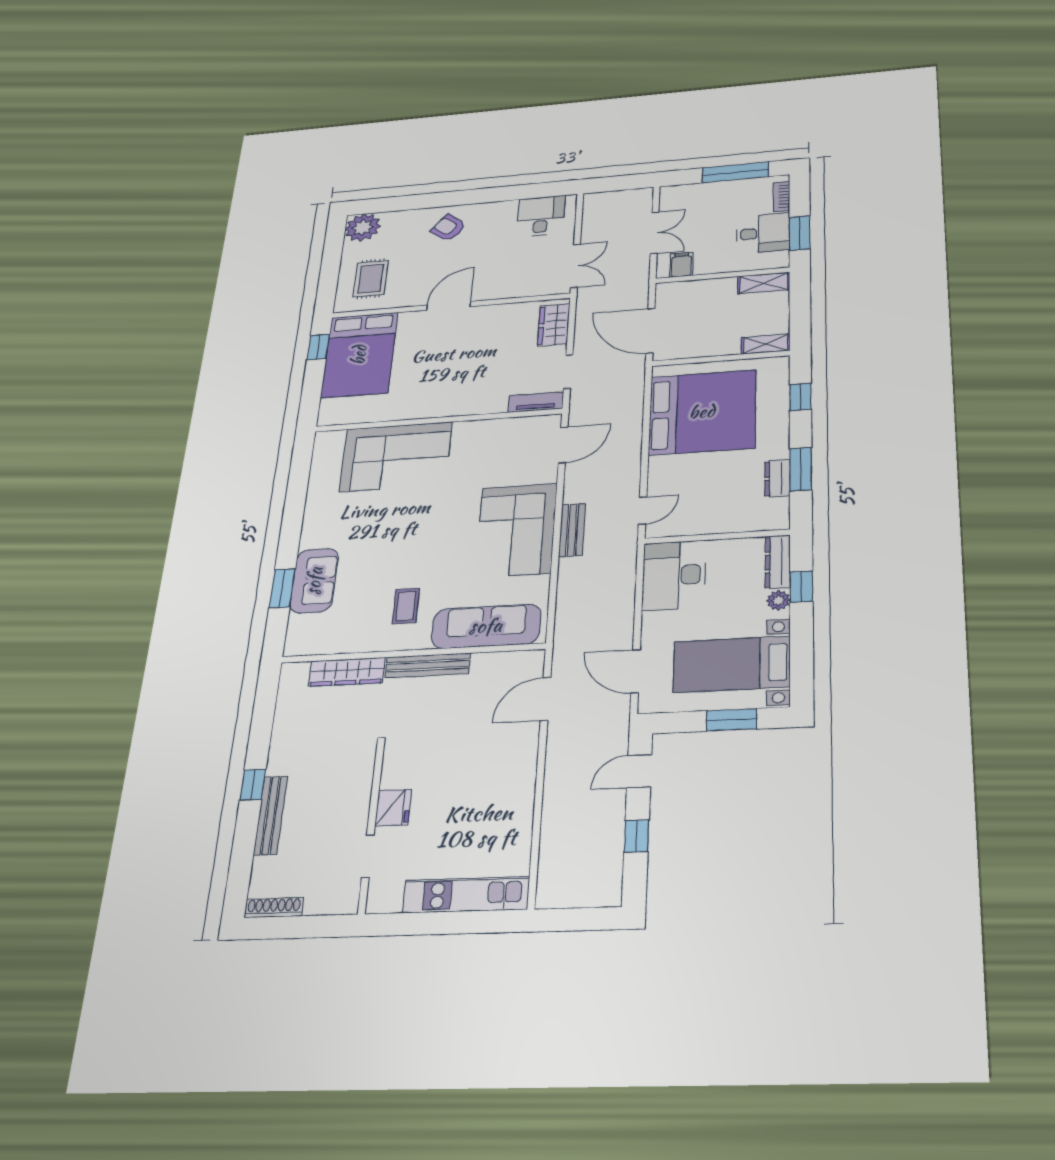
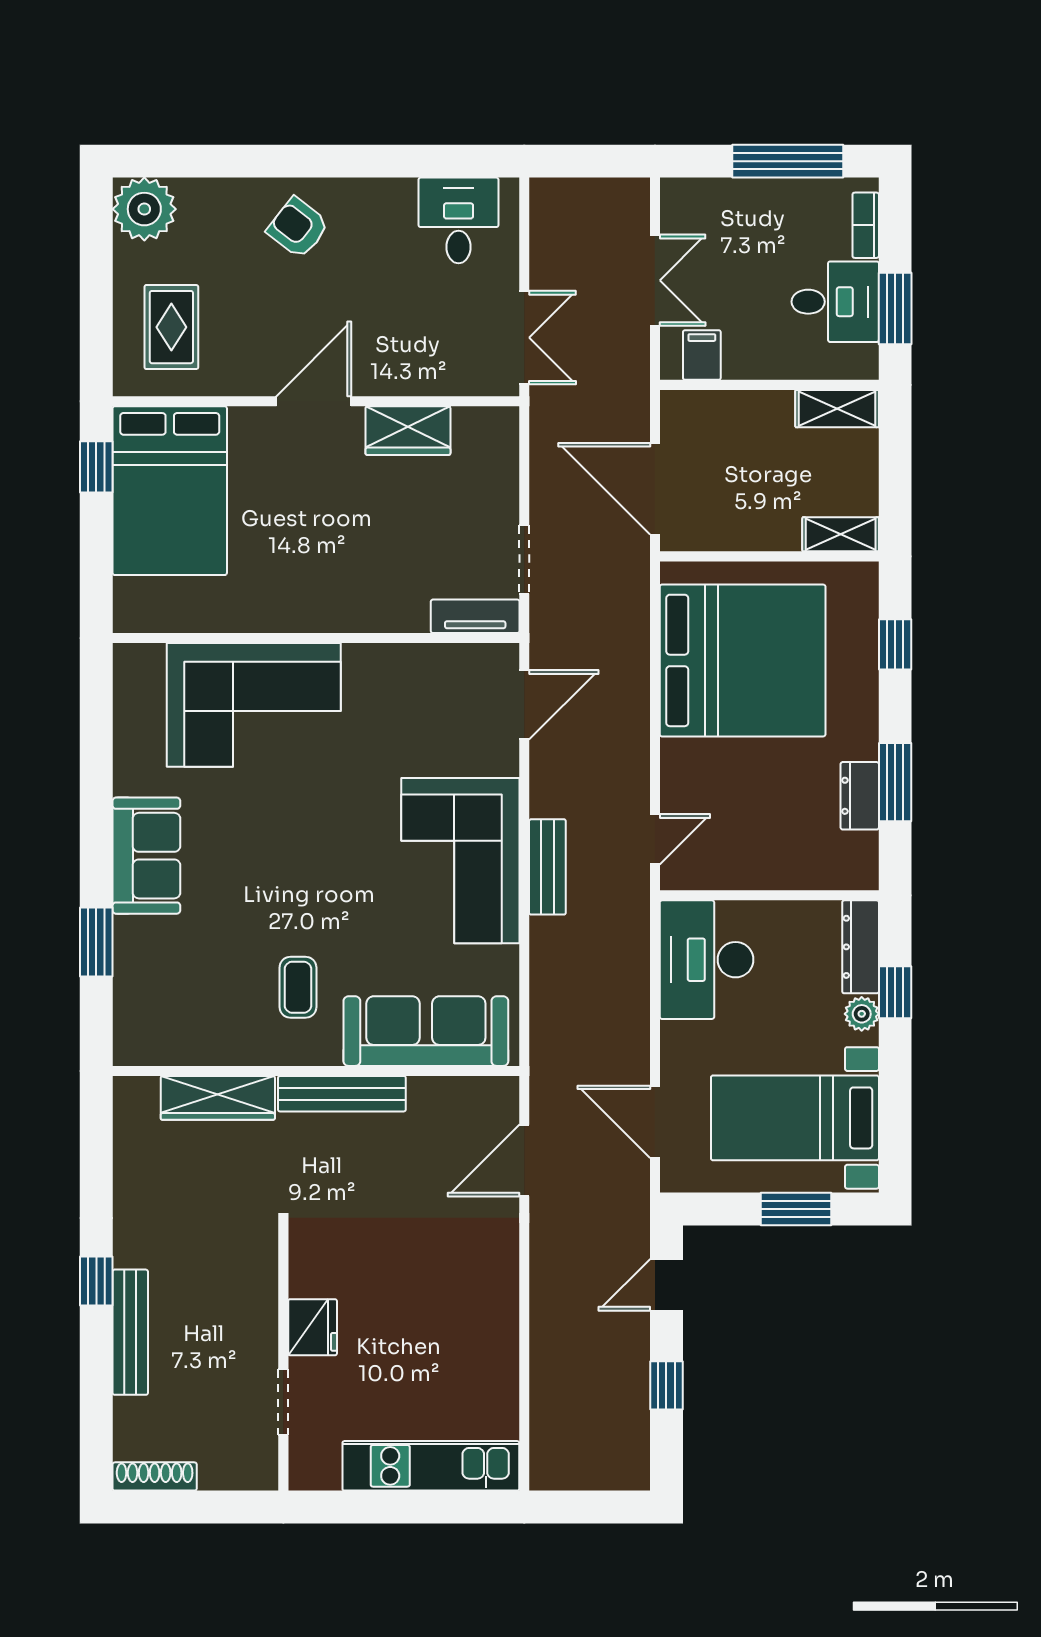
wardrobe: (554, 325) -> (408, 431), moved, turned -90
sofa: (314, 581) -> (146, 856), moved

